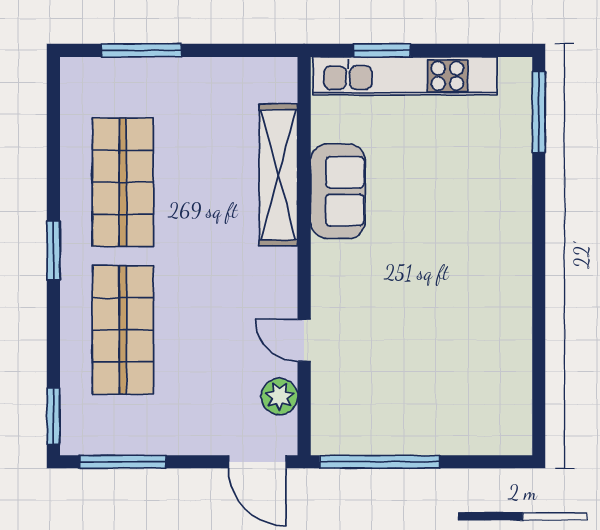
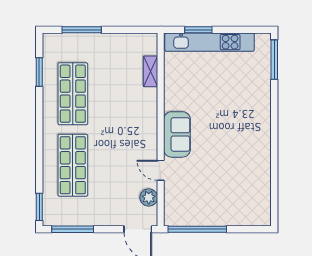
shelving: (278, 175) -> (151, 71), width x0.45, depth x0.75
sofa: (338, 191) -> (177, 134), moved
window: (53, 251) -> (39, 72), moved

